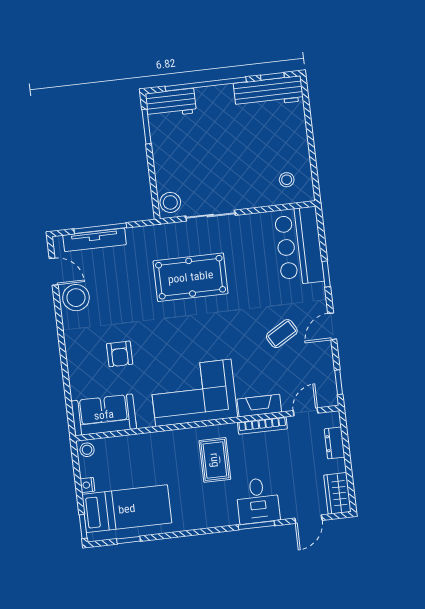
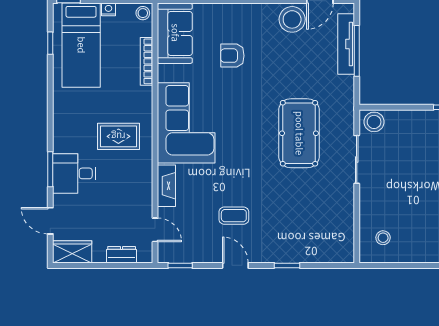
bar counter: (299, 246) -> (317, 242), removed
coffee table: (282, 334) -> (234, 216), turned -59
bookcase: (262, 426) -> (147, 61), moved

